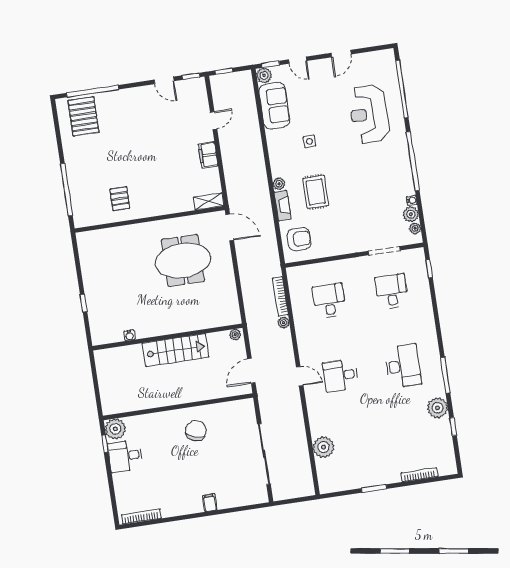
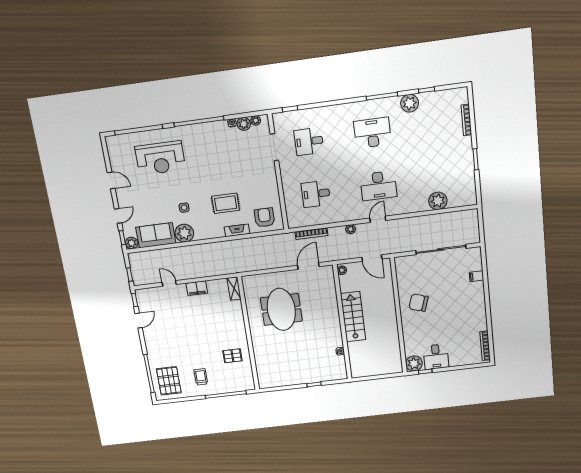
pallet: (83, 116) -> (169, 381), turned 90
trolley: (90, 158) -> (201, 377), added
plant: (279, 184) -> (184, 233), moved, width x1.87, depth x1.87
door: (230, 227) -> (308, 266), moved
plant: (284, 323) -> (351, 229), moved
desk: (341, 375) -> (378, 186), width x1.37
filing cabinet: (210, 503) -> (476, 276), moved

